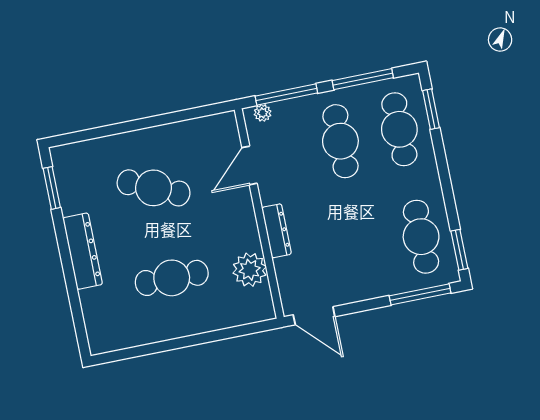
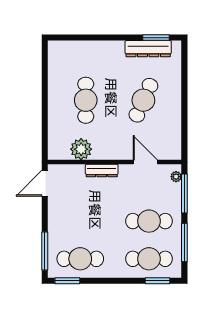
dresser: (83, 251) -> (148, 49), moved

